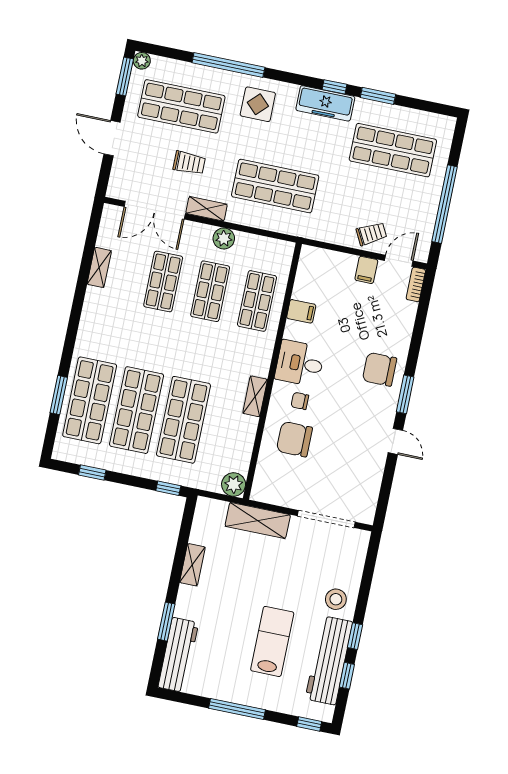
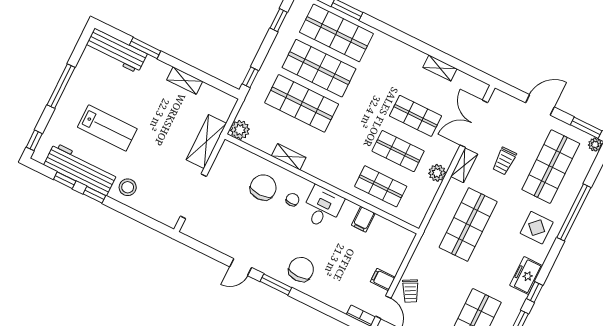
freezer: (325, 103) -> (526, 276), width x0.71
shelving: (255, 396) -> (289, 157), moved

